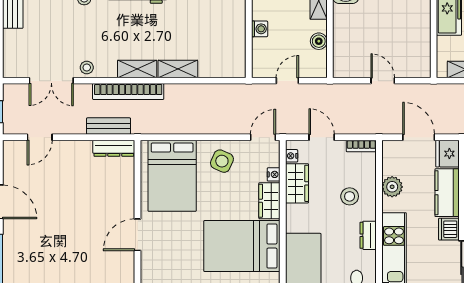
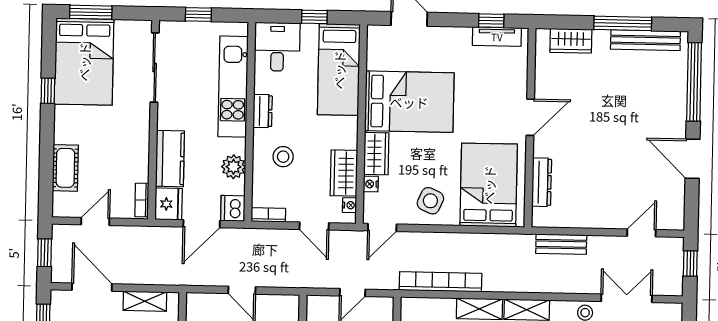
bookcase: (128, 91) -> (440, 282), moved
door: (419, 137) -> (202, 224), hinge flipped
dresser: (114, 148) -> (542, 182), moved, turned 90
dishwasher: (449, 229) -> (233, 208), moved, turned 180

